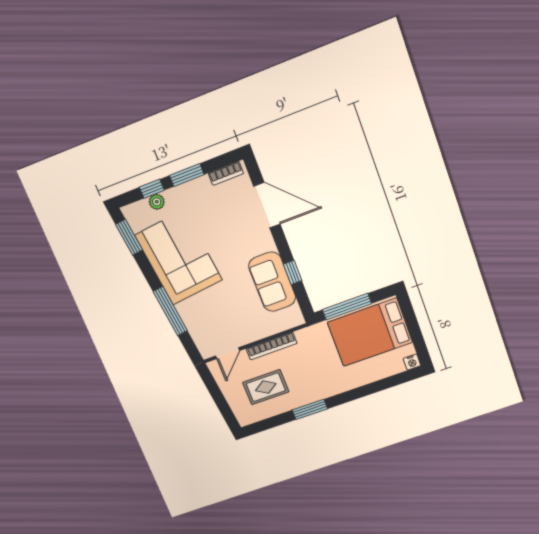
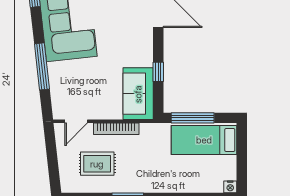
sofa: (272, 282) -> (138, 94), moved
bed: (370, 332) -> (204, 140), width x0.67

